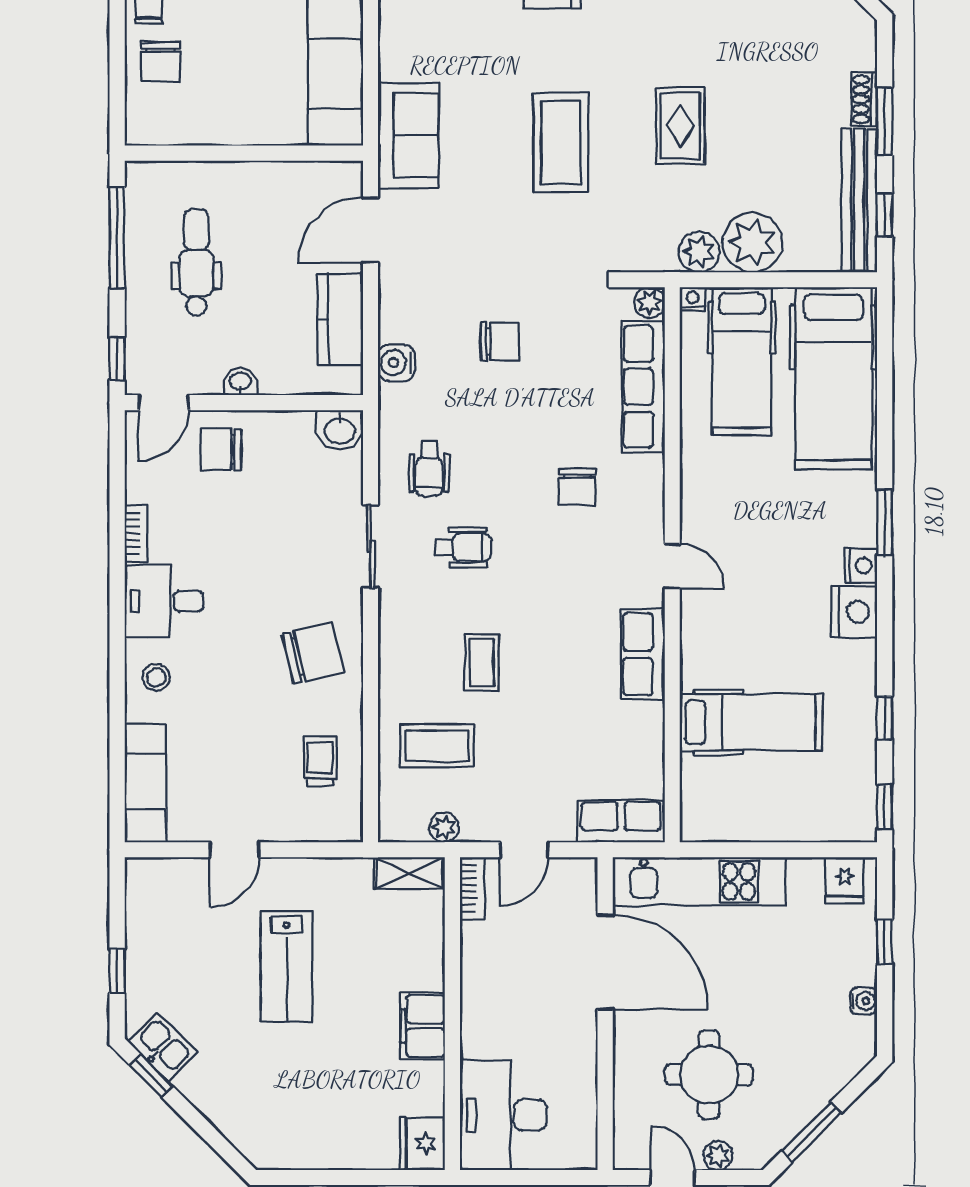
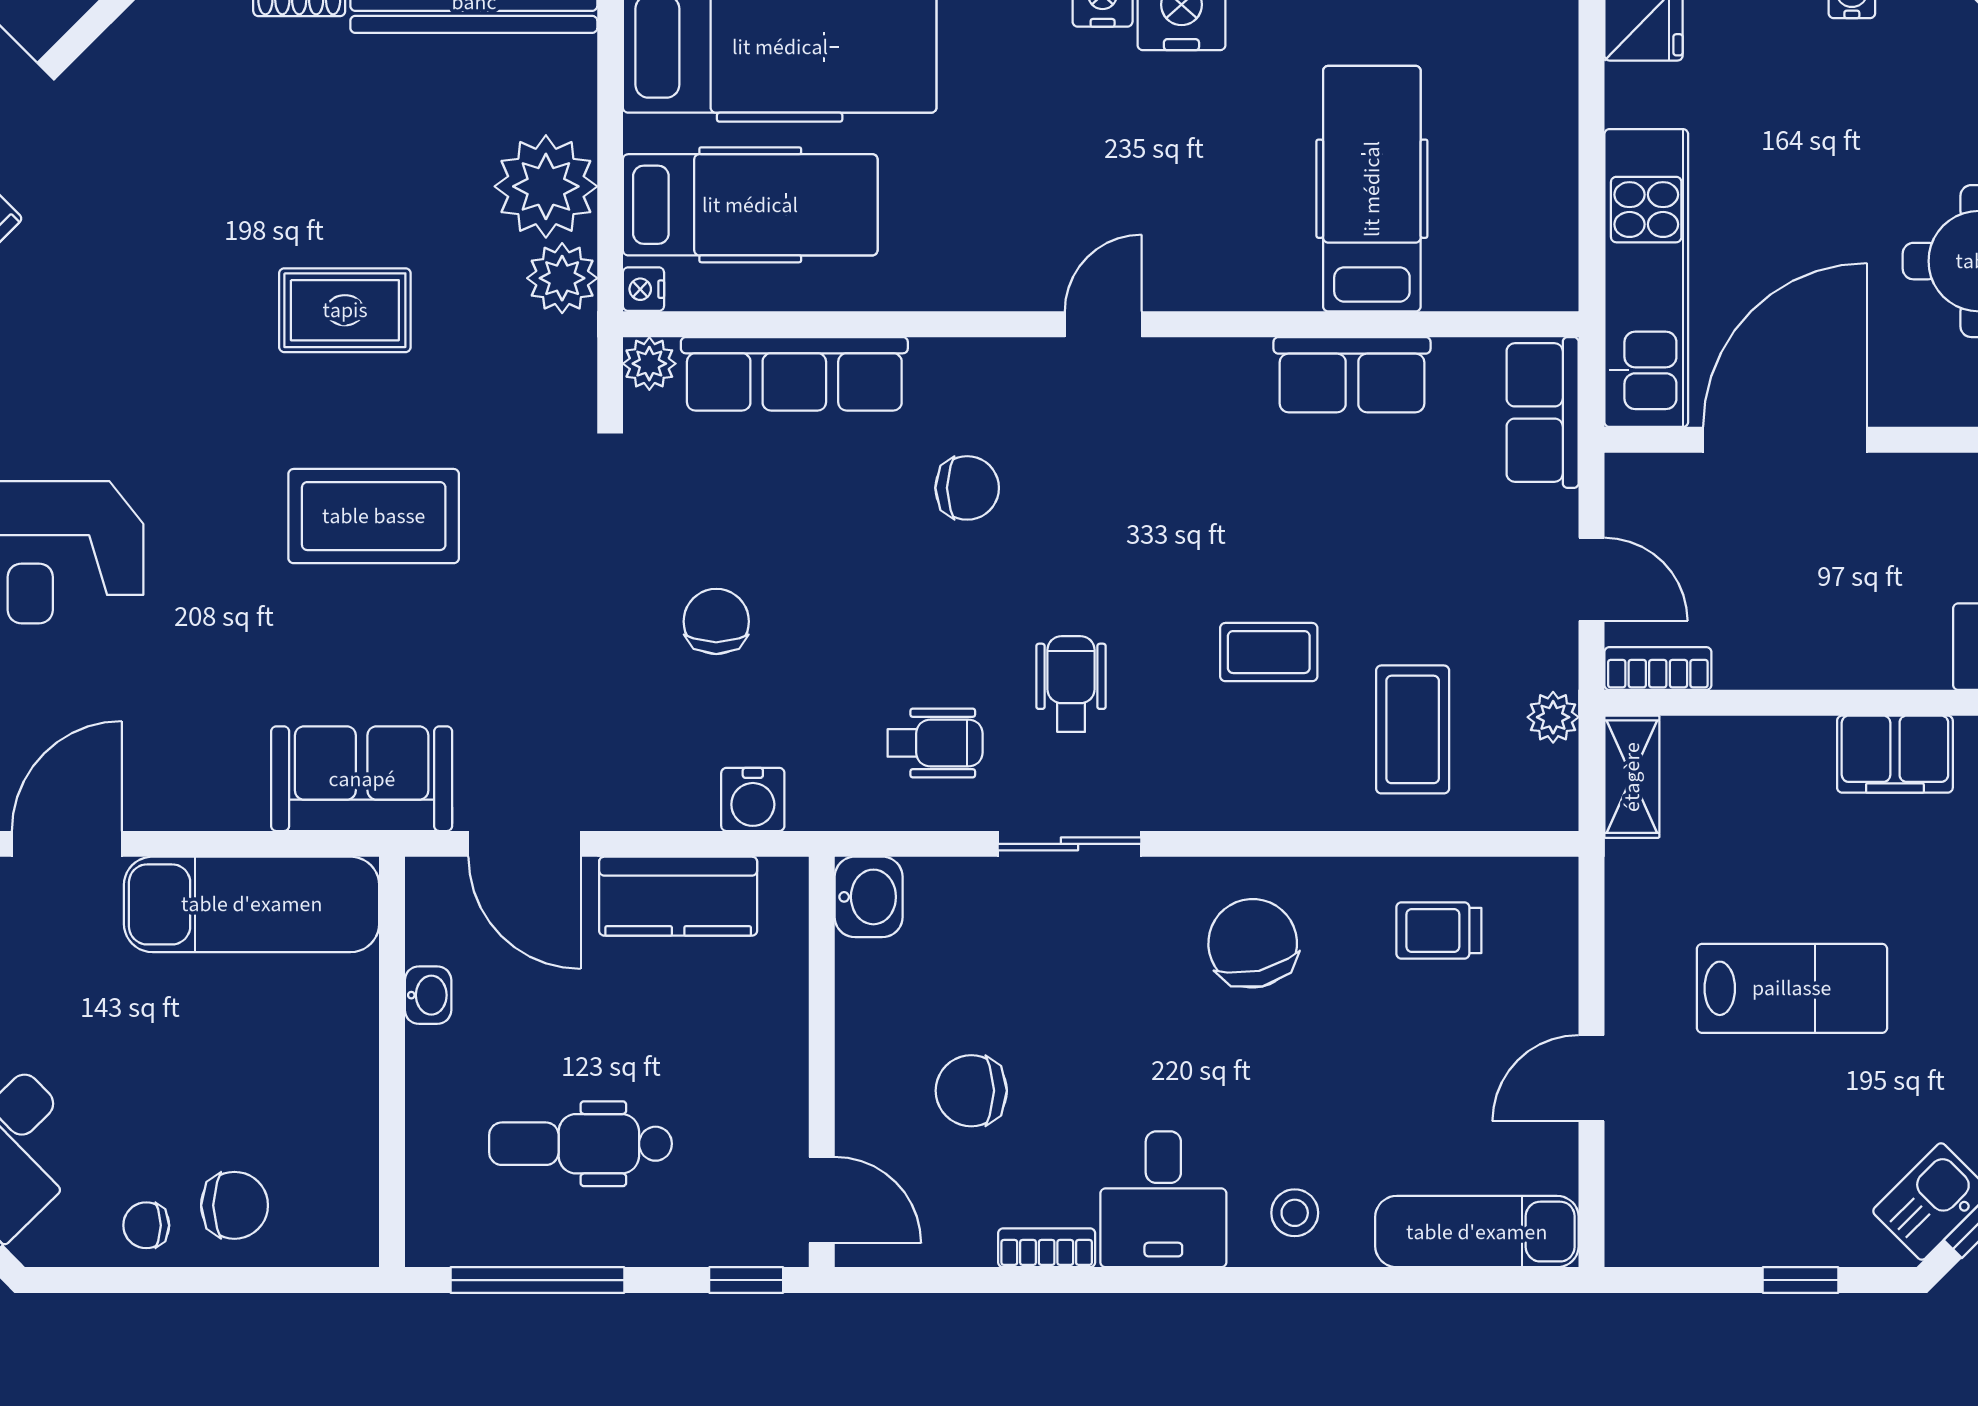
washbasin: (240, 382) -> (428, 995), moved, turned 180
chair: (221, 450) -> (971, 1091), moved, turned 90
row of seats: (643, 654) -> (1352, 375), moved
door: (234, 850) -> (1591, 1078), swing flipped

